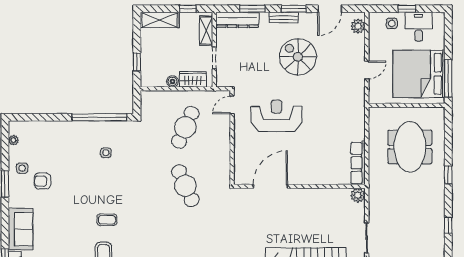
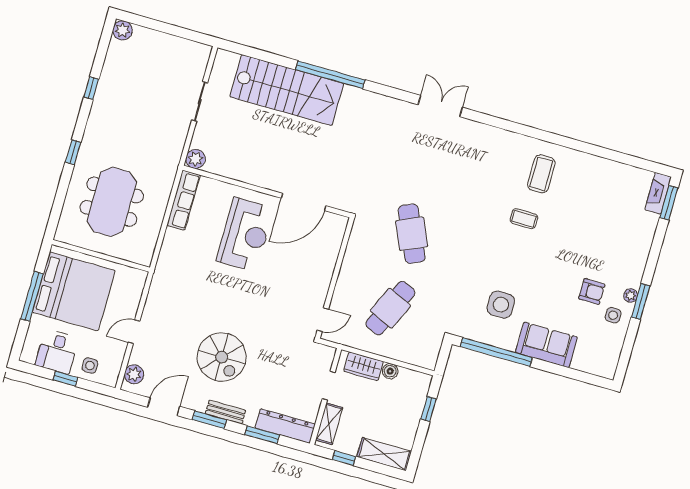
door: (367, 70) -> (134, 332), moved
window: (448, 78) -> (32, 296), moved
reception desk: (277, 116) -> (245, 235), moved, turned -90
plant: (14, 140) -> (631, 295), moved
side table: (106, 153) -> (501, 305), width x1.87, depth x1.87
sofa: (21, 229) -> (546, 345), moved, turned 90

